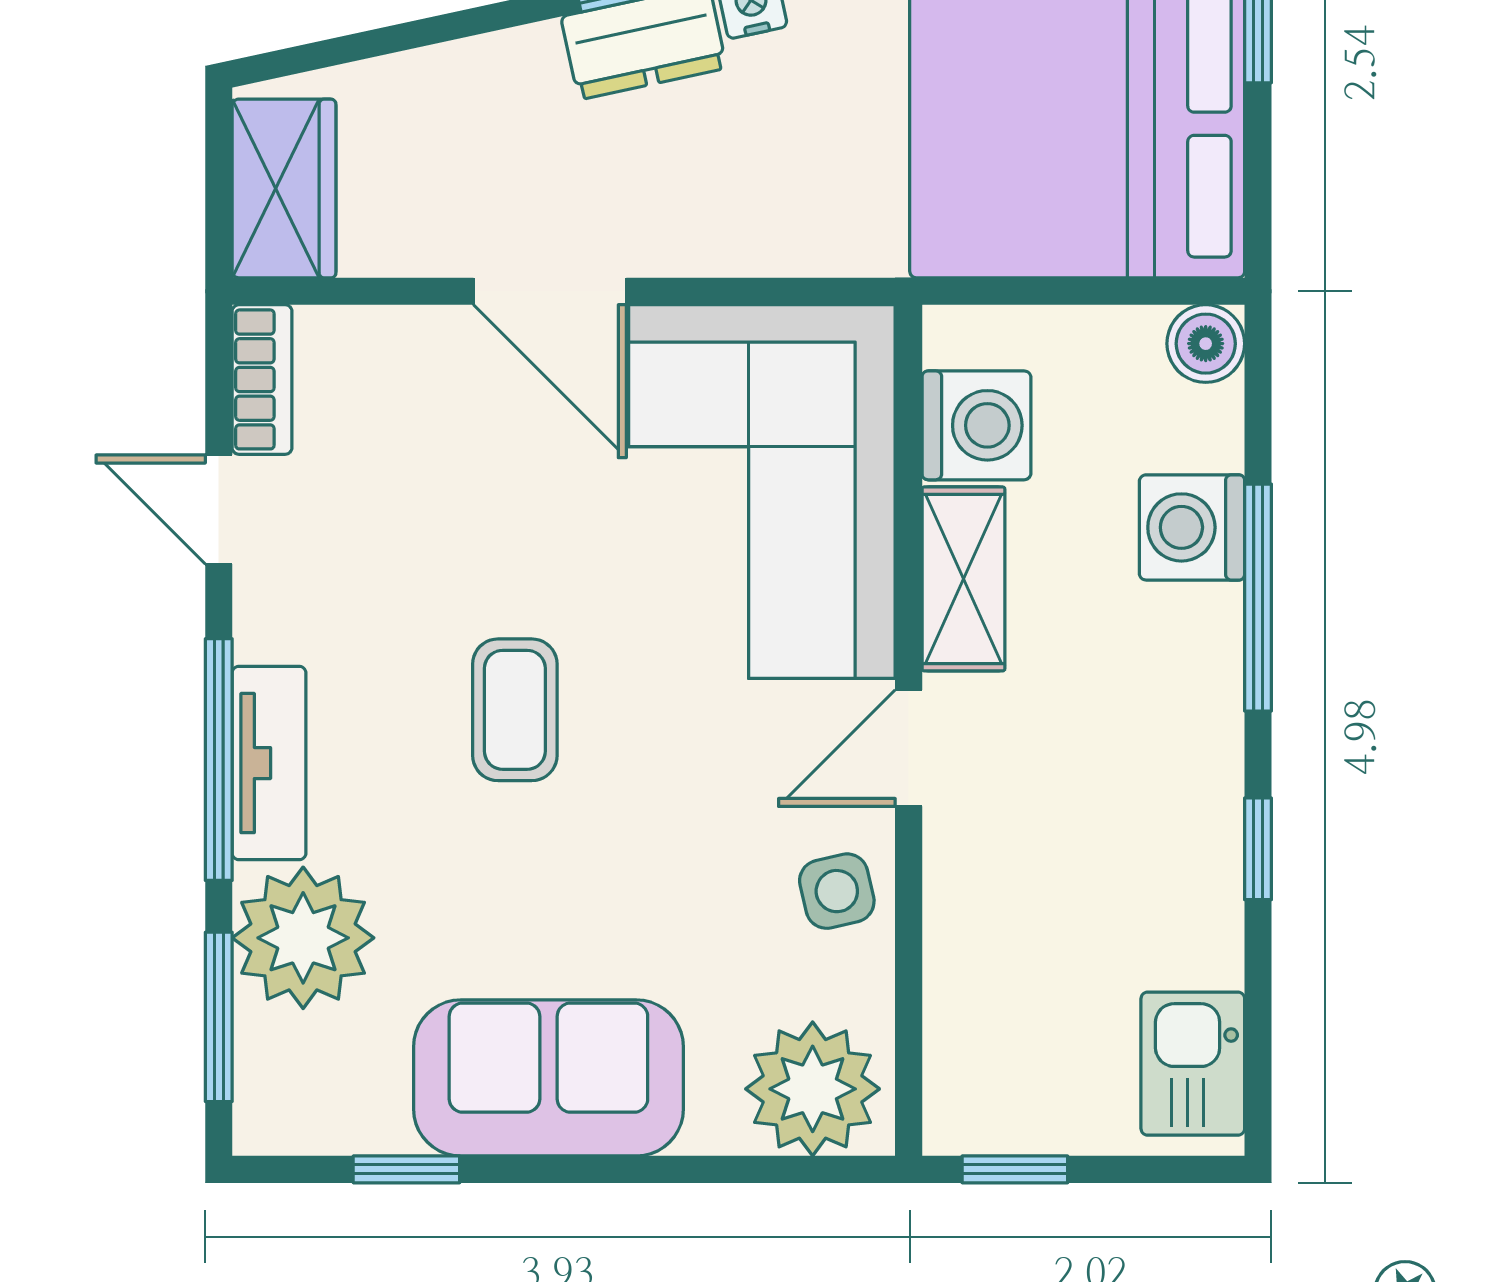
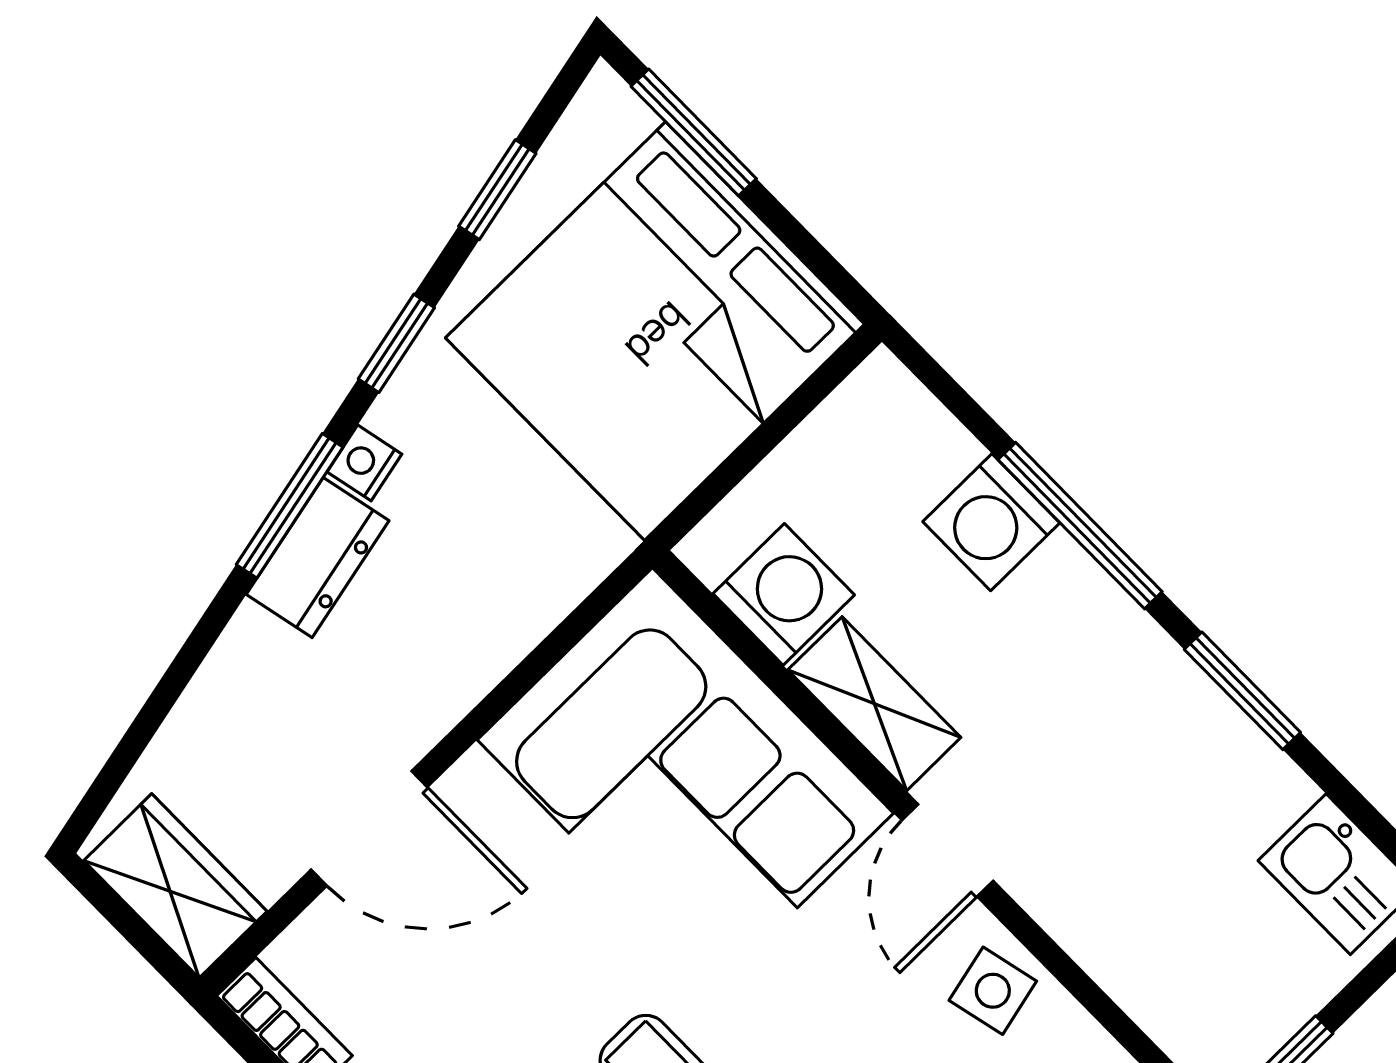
door: (550, 291) -> (369, 828), moved
boiler: (1206, 344) -> (882, 393), removed
window: (1258, 849) -> (1242, 691), width x1.50

